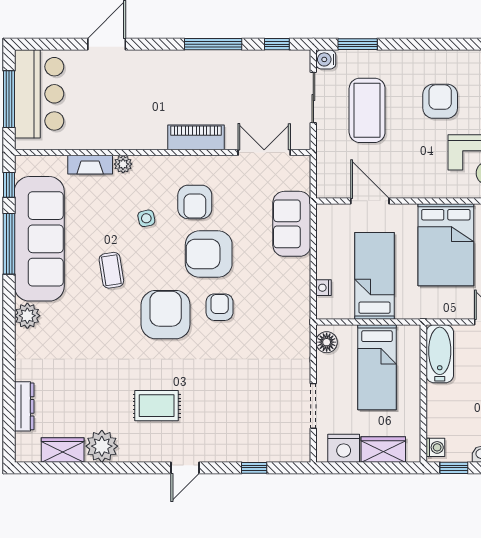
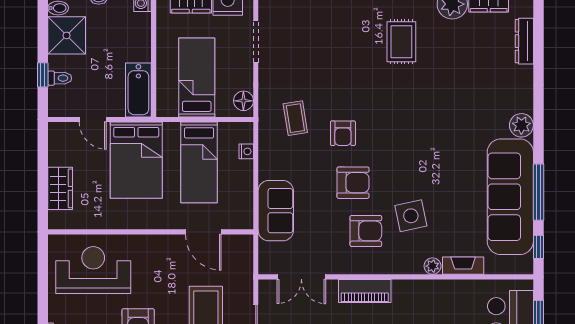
armchair: (195, 202) -> (366, 231), turned 90
side table: (146, 218) -> (411, 216), width x1.87, depth x1.87
bed: (446, 245) -> (136, 160), moved, turned 180
armchair: (209, 254) -> (353, 183), width x0.73, depth x0.73
coffee table: (111, 270) -> (295, 118), moved
armchair: (166, 315) -> (393, 126), removed
rug: (157, 406) -> (401, 42), turned 90

